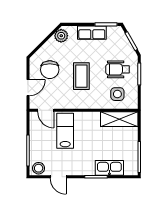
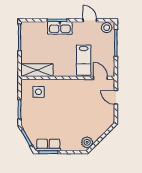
row of seats: (92, 33) -> (48, 145), moved
wheelchair: (118, 69) -> (38, 113), removed
chair: (50, 70) -> (97, 113), removed
coffee table: (81, 76) -> (70, 107), removed
door: (28, 88) -> (116, 97), hinge flipped
kitchen sink: (109, 168) -> (60, 28), moved

